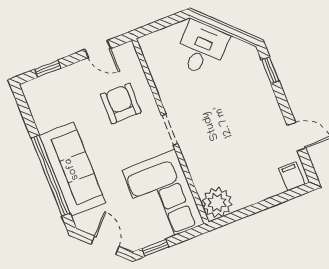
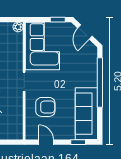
armchair: (121, 103) -> (45, 107), turned -90
sofa: (72, 169) -> (86, 114), moved
plant: (217, 202) -> (18, 27), width x0.53, depth x0.53

